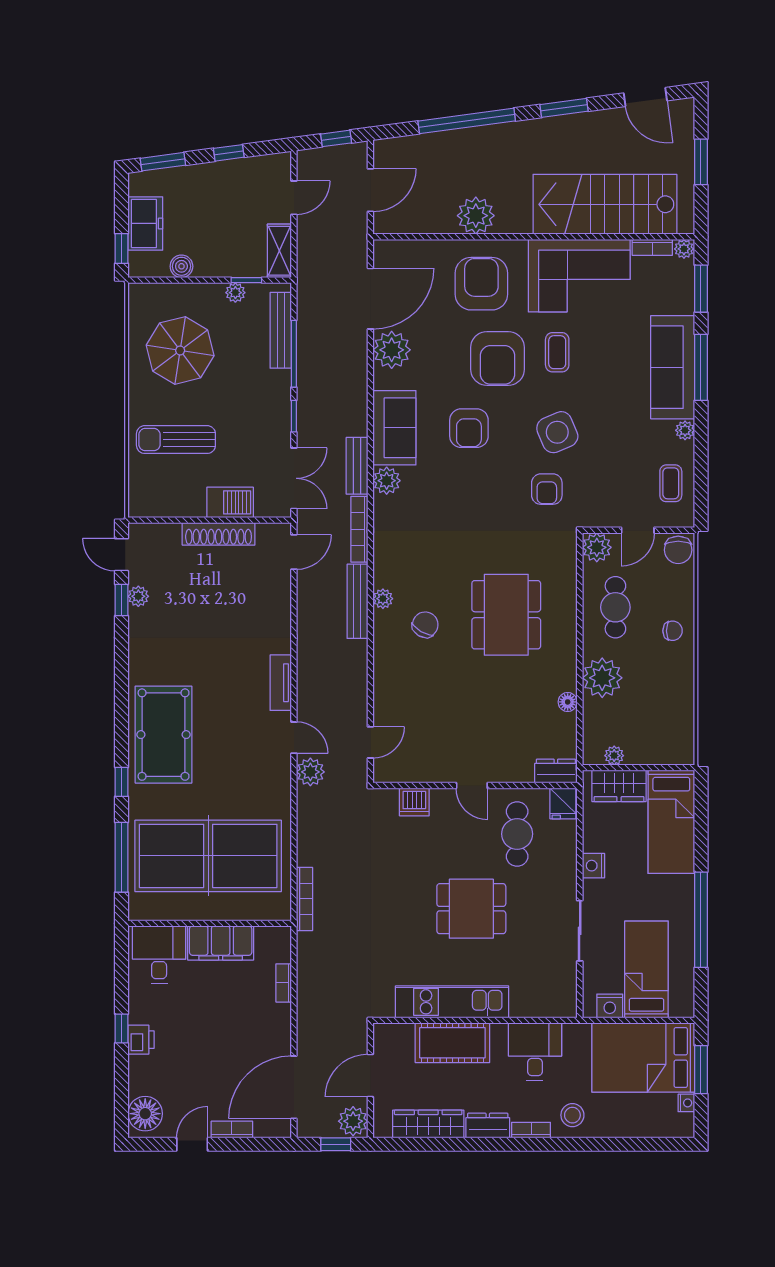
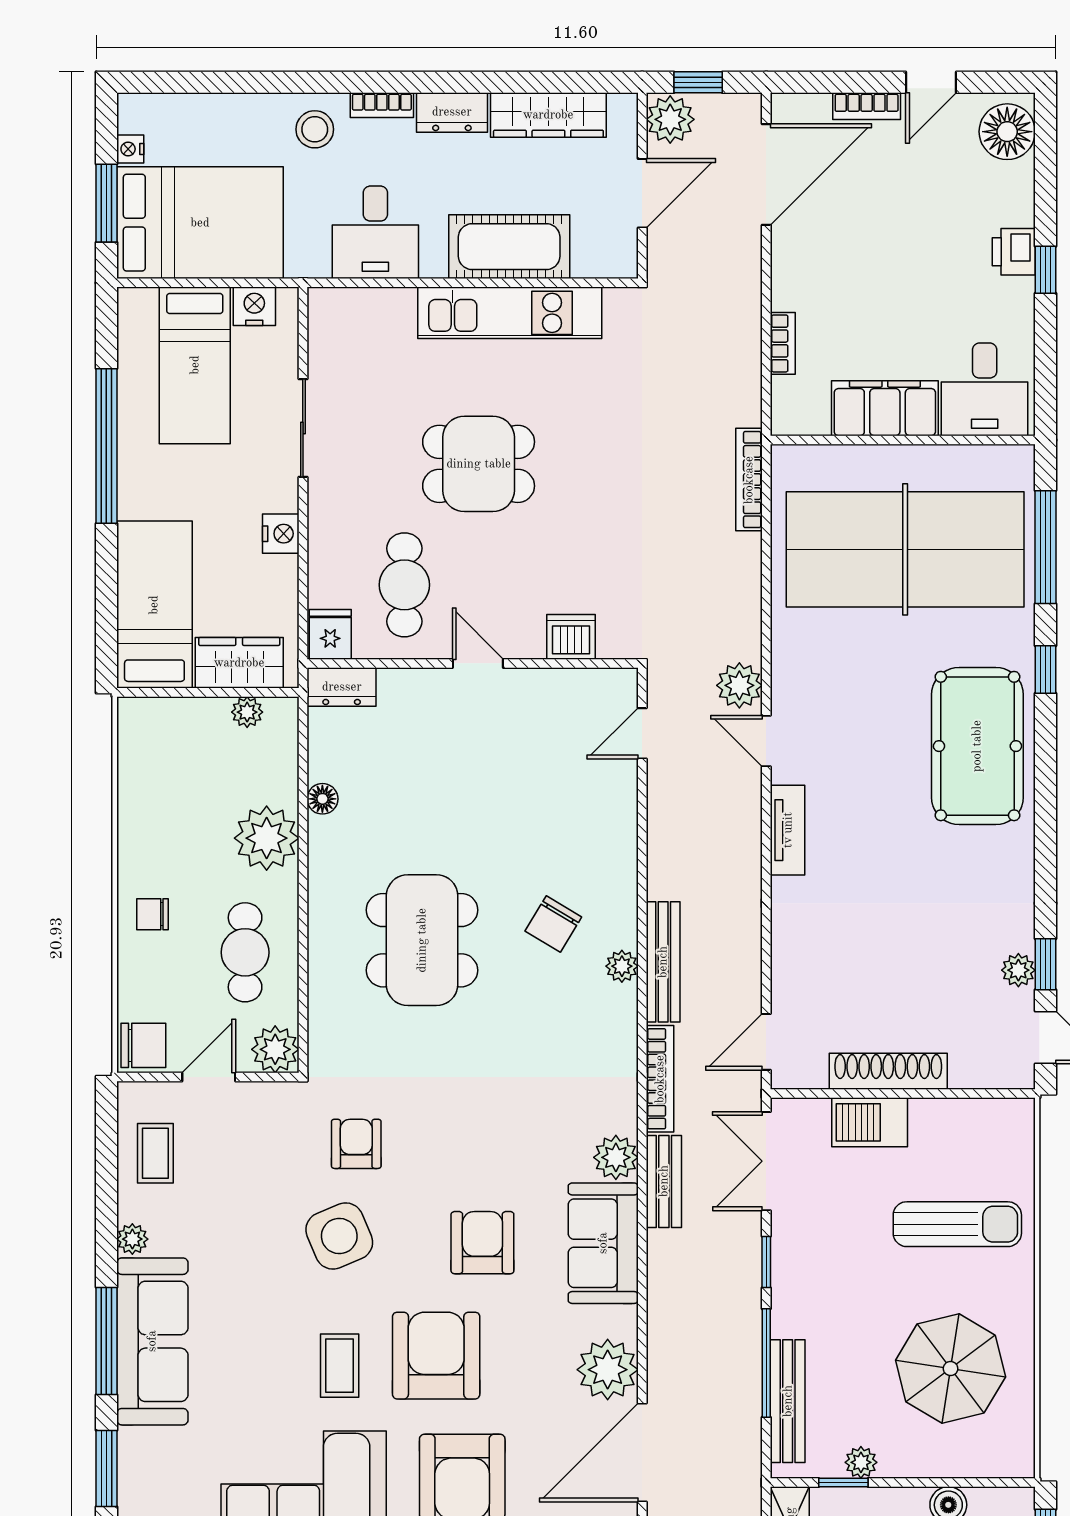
chair: (678, 550) -> (143, 1045), turned 90

